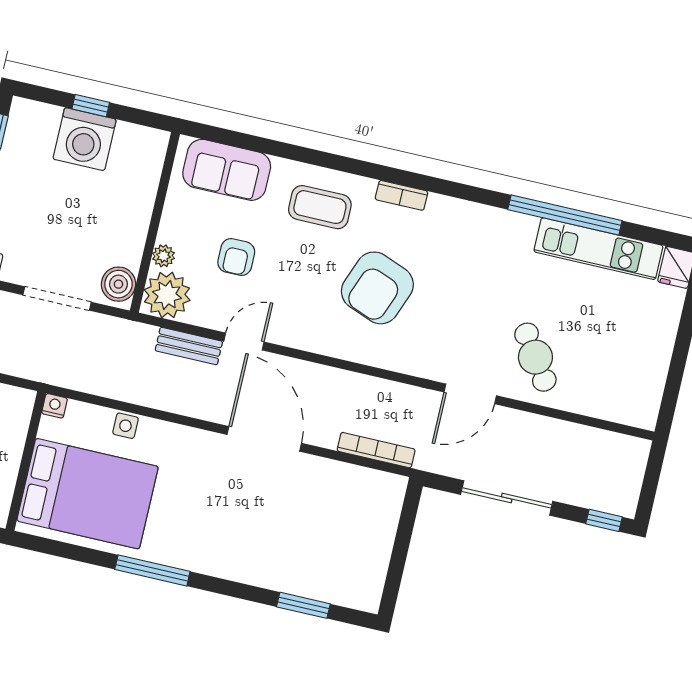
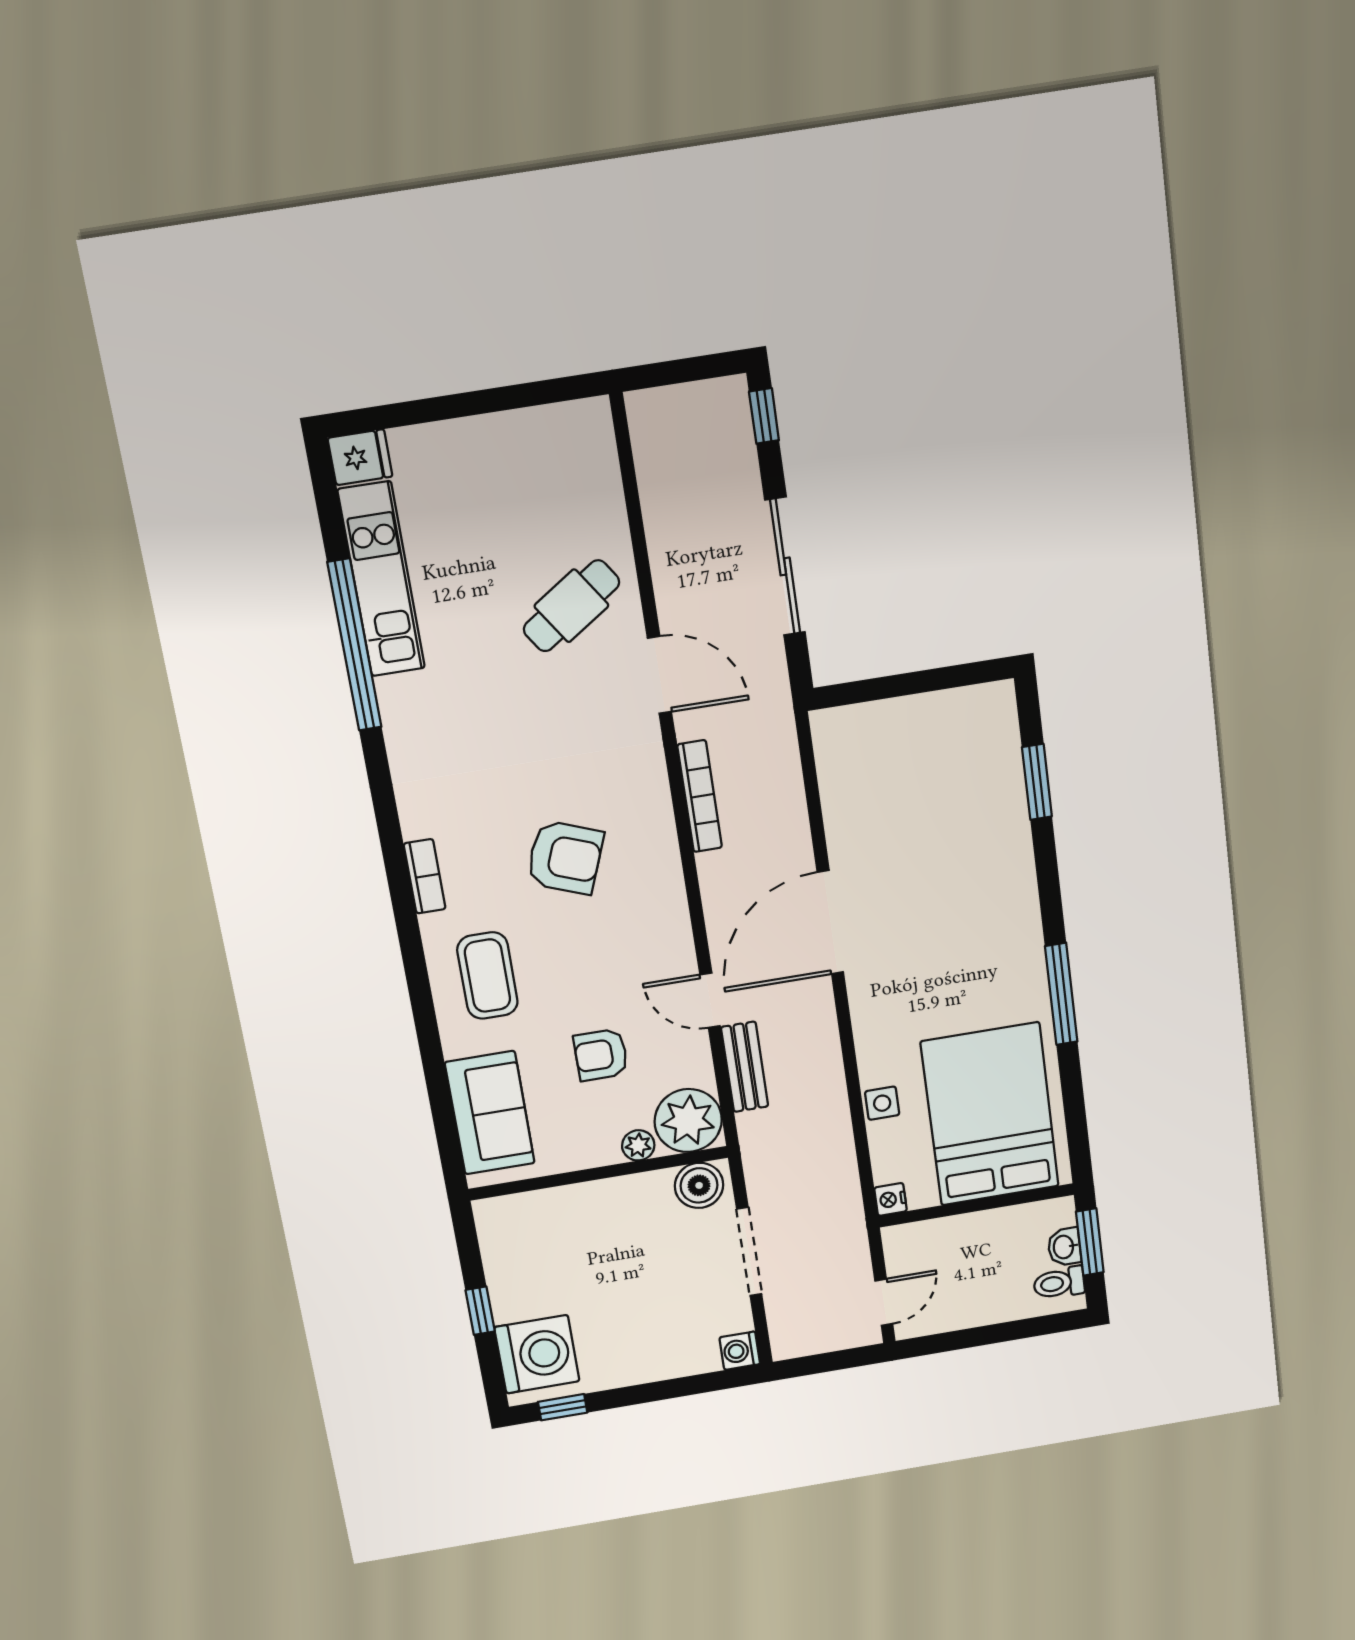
washing machine: (85, 139) -> (537, 1354), moved
armchair: (236, 257) -> (601, 1055), turned 180
armchair: (377, 288) -> (565, 857), width x0.73, depth x0.73
bookcase: (376, 450) -> (700, 796), moved, turned 180

